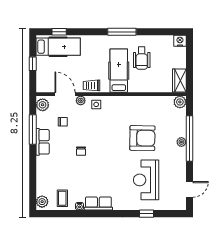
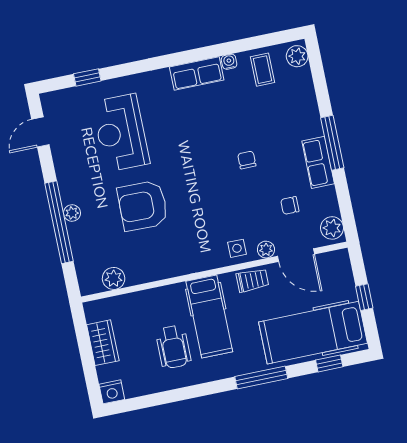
window: (122, 32) -> (261, 378), moved
hospital bed: (58, 47) -> (313, 333), width x1.37, depth x1.29
wheelchair: (142, 58) -> (173, 347), turned 180
wardrobe: (179, 81) -> (103, 343), moved
plant: (180, 102) -> (114, 278), moved
window: (33, 129) -> (332, 143), moved
reception desk: (146, 180) -> (121, 133), turned 180
window: (147, 214) -> (87, 77), moved

